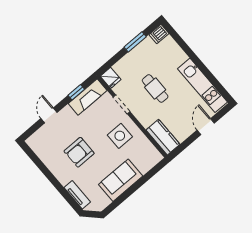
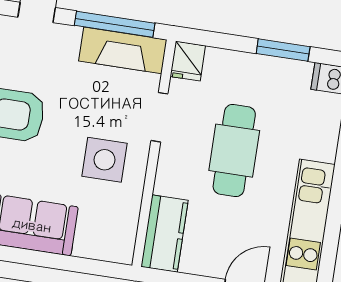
cafe table: (155, 88) -> (234, 151), width x1.37, depth x1.35
window: (76, 92) -> (115, 24), width x2.17

